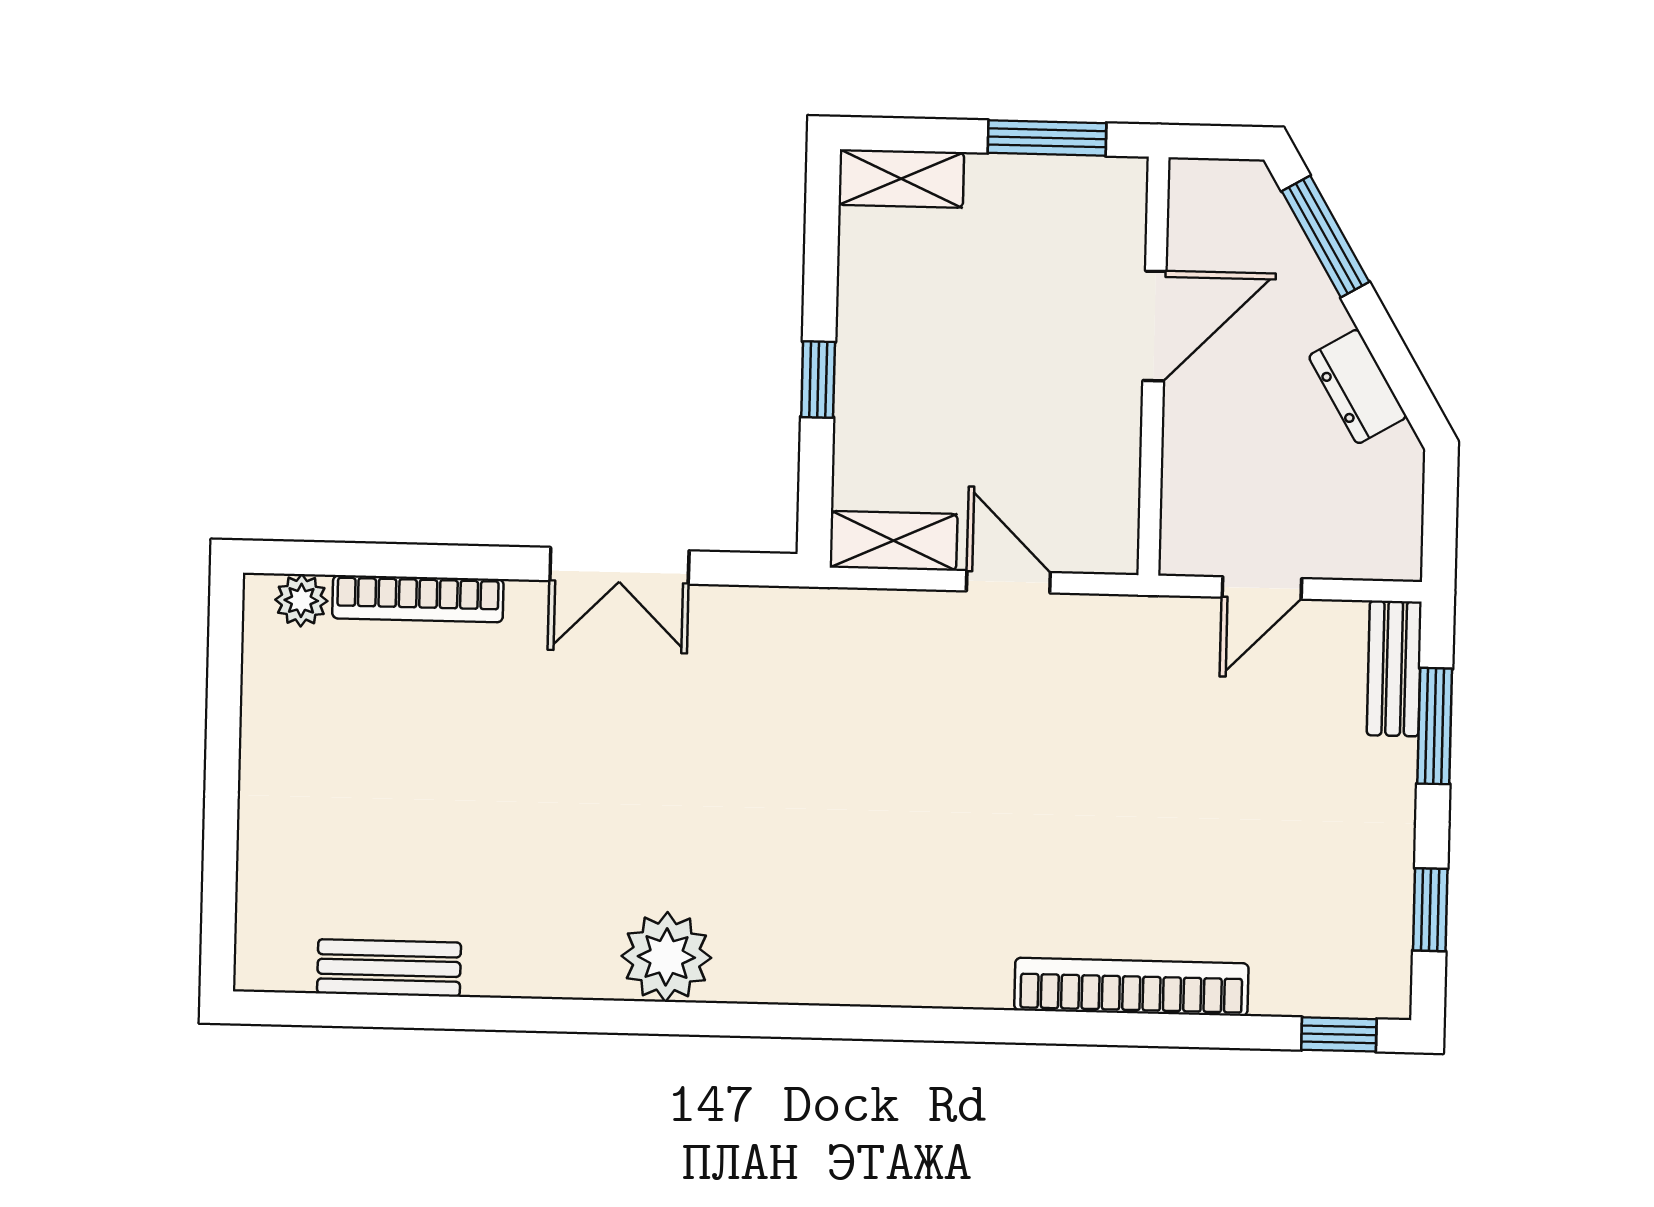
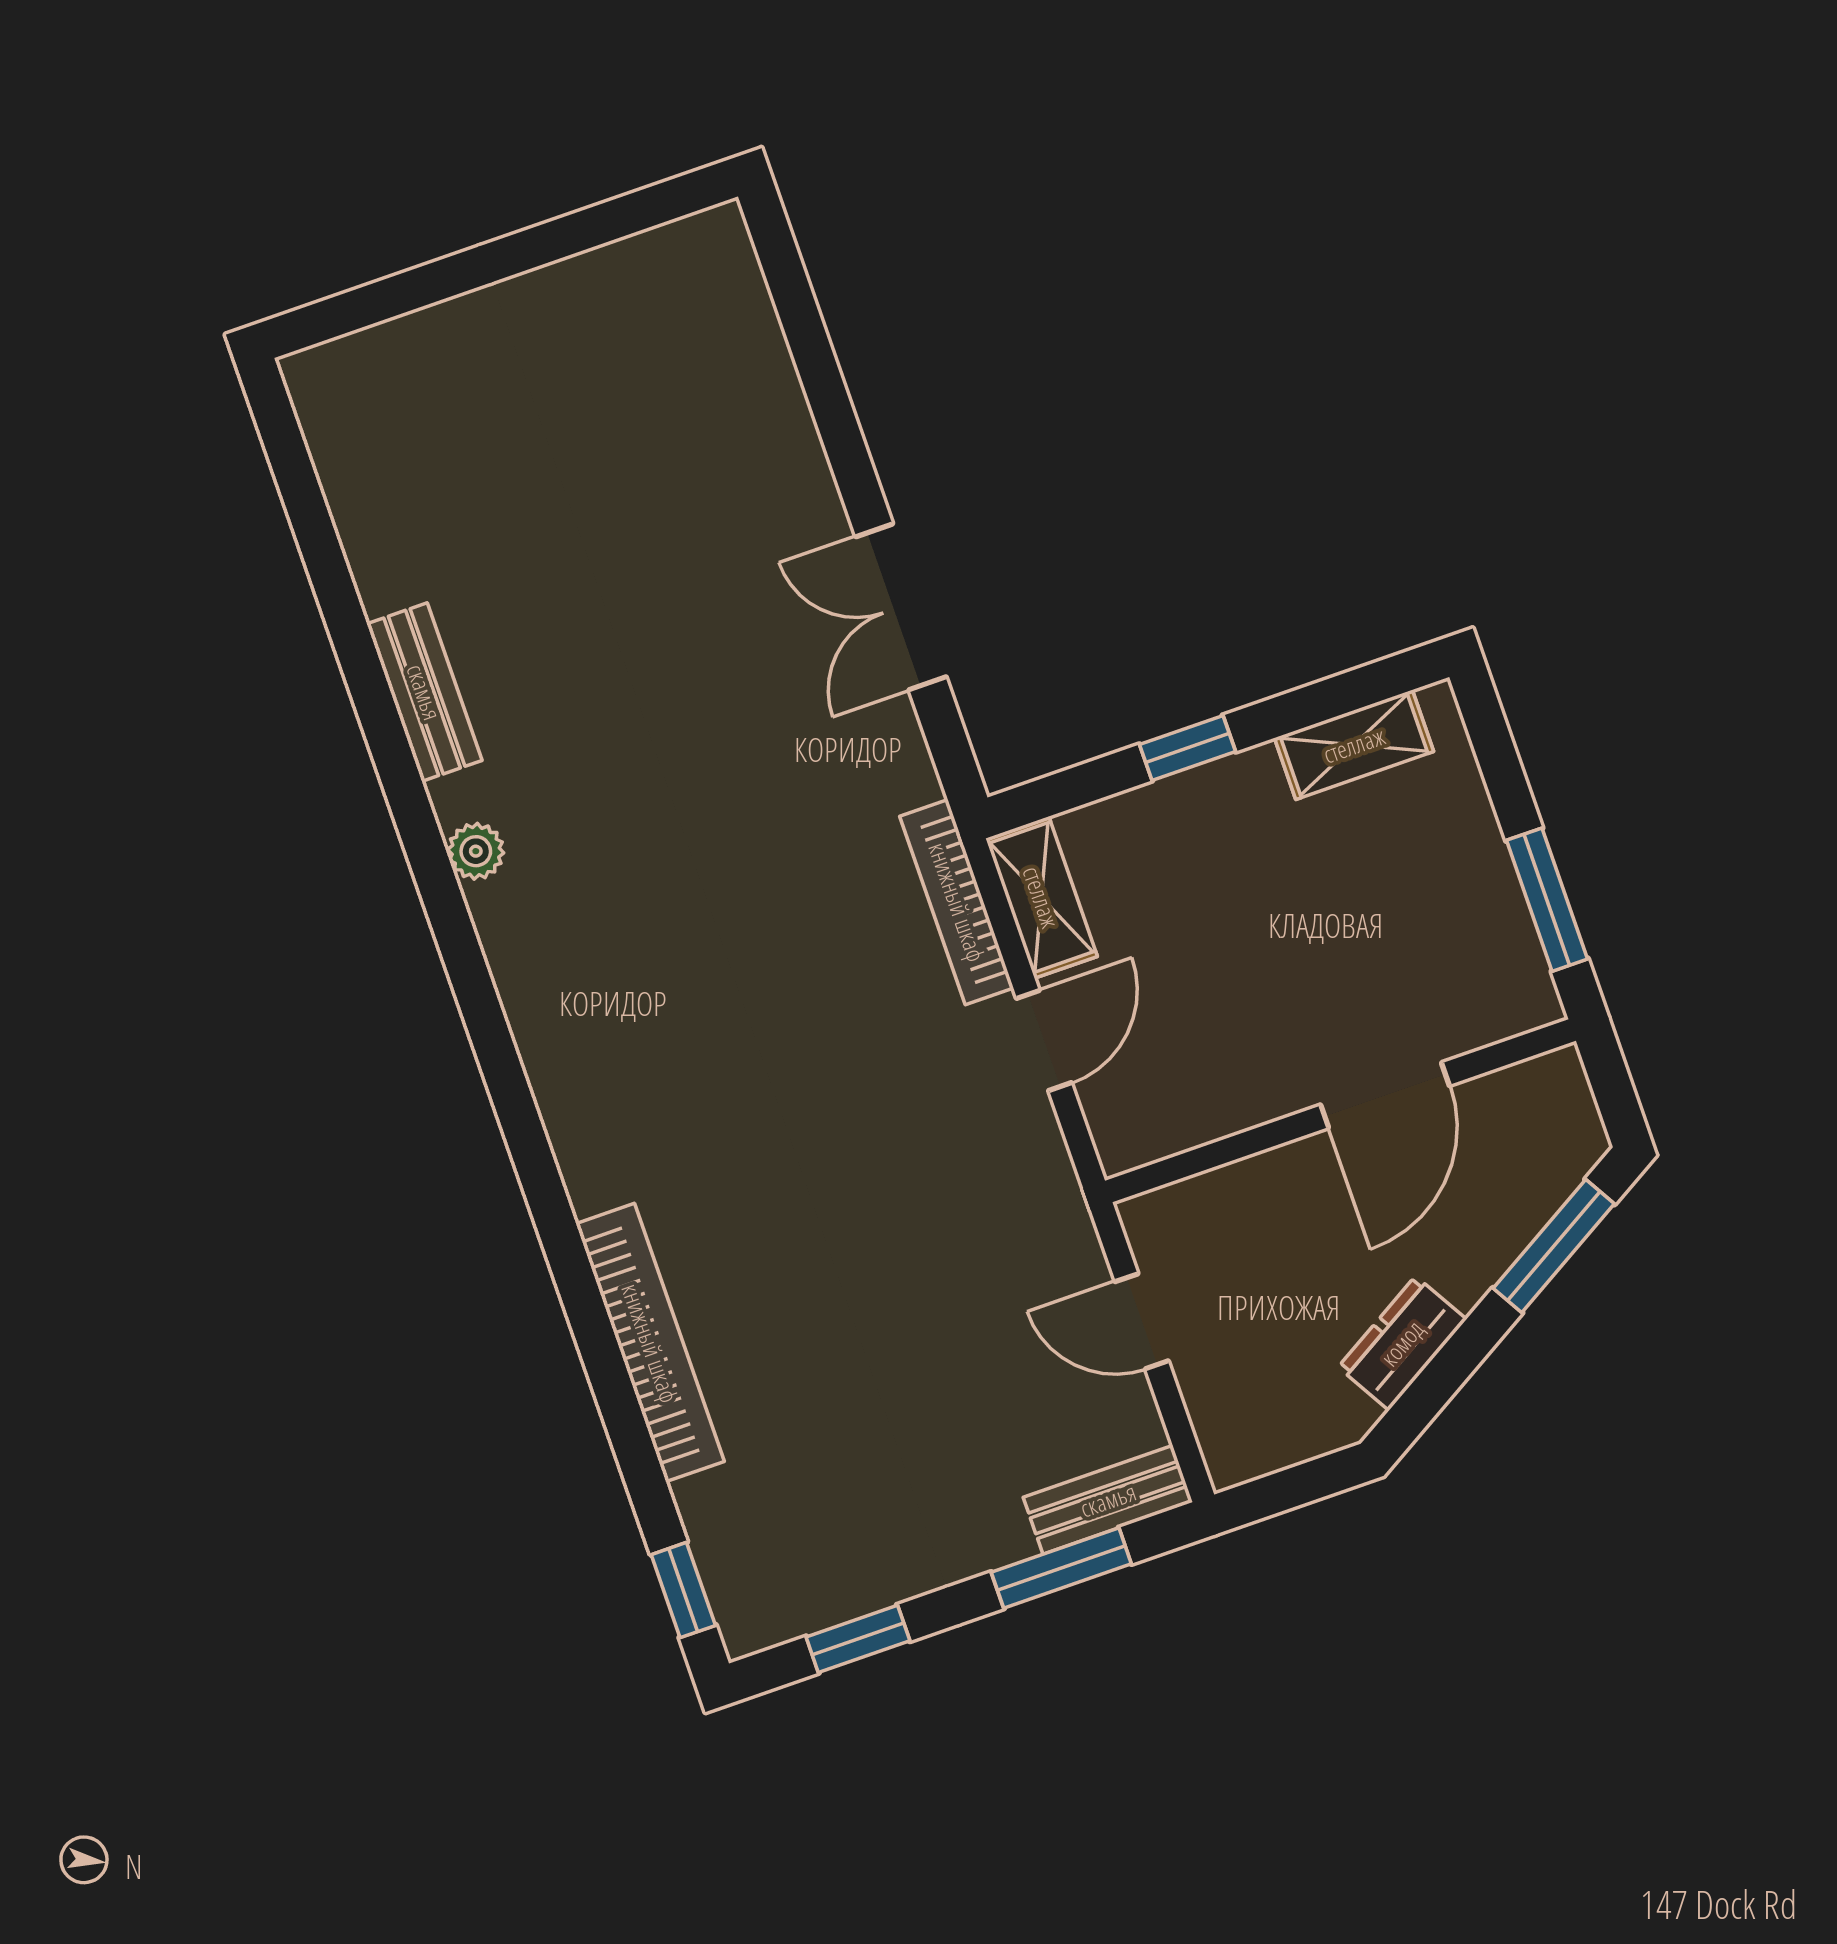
shelving: (901, 179) -> (1354, 745), moved, turned 90
door: (1154, 326) -> (1385, 1095), hinge flipped
bookcase: (418, 599) -> (957, 902), moved
plant: (301, 600) -> (732, 272), removed
plant: (666, 957) -> (476, 851), width x0.53, depth x0.53
bench: (389, 968) -> (424, 692), moved

